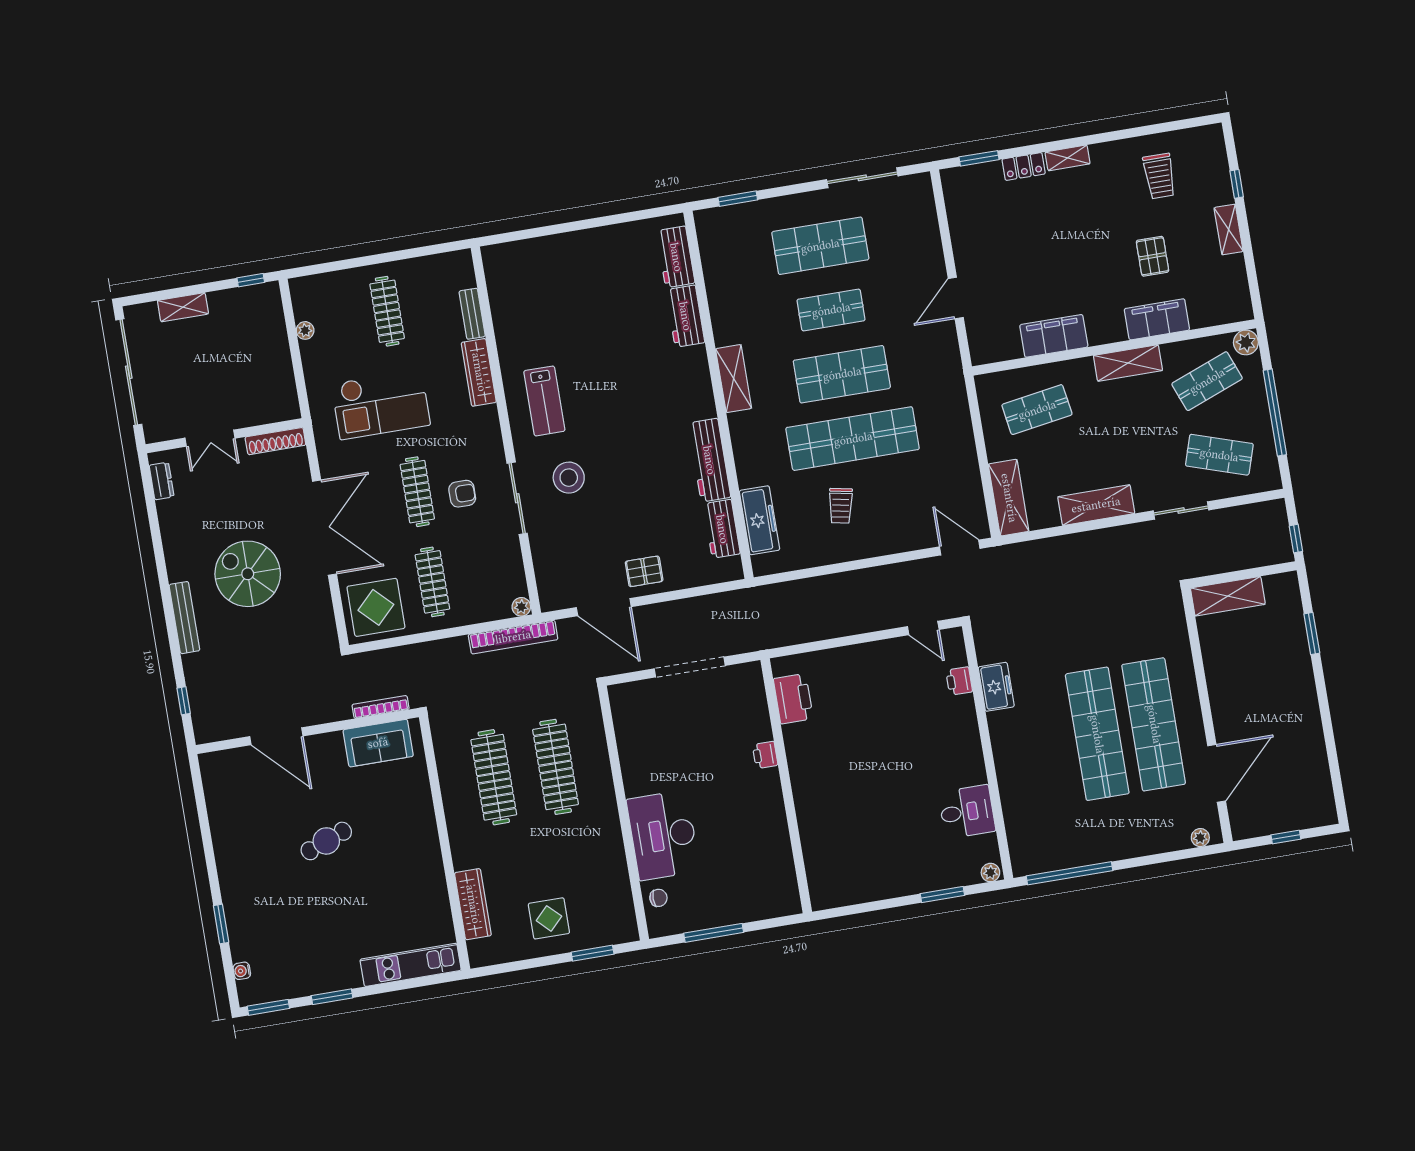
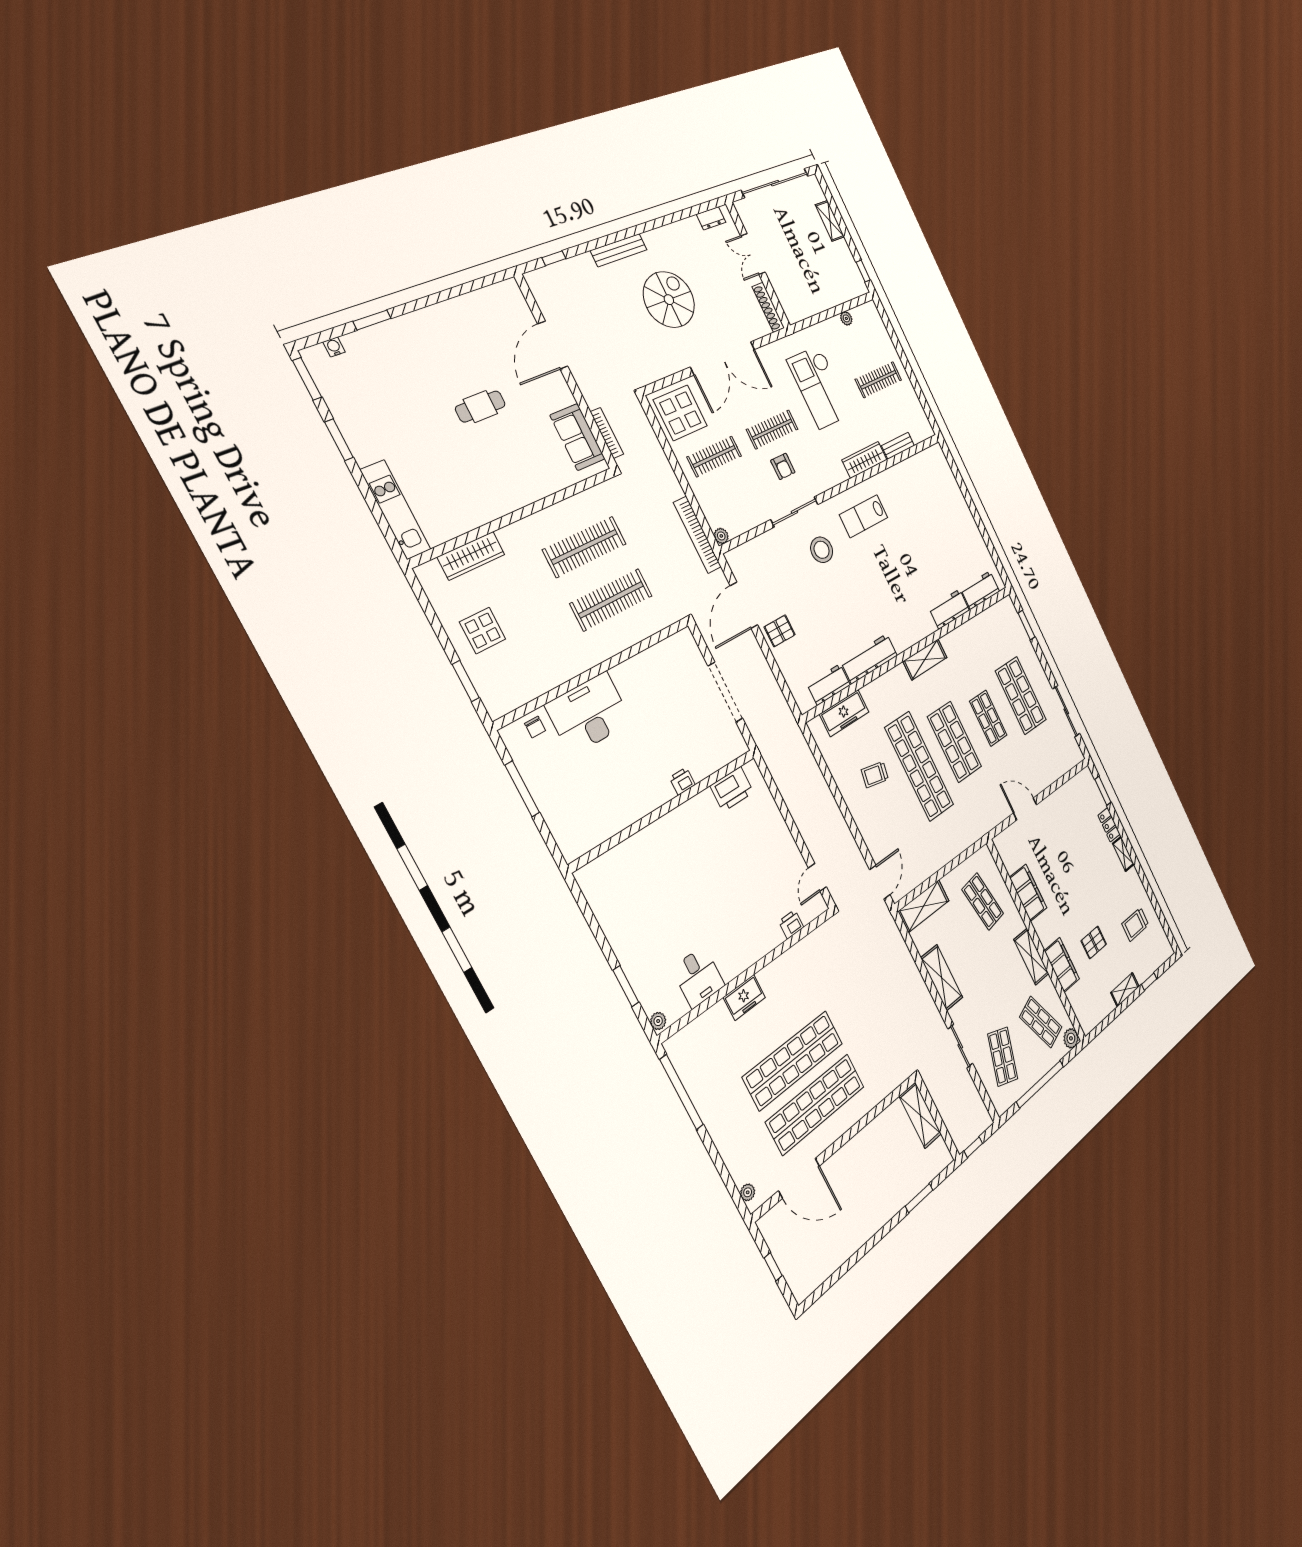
pallet: (644, 571) -> (780, 631), turned 90
freezer: (996, 687) -> (744, 997), moved
cafe table: (326, 841) -> (480, 407), turned -69

